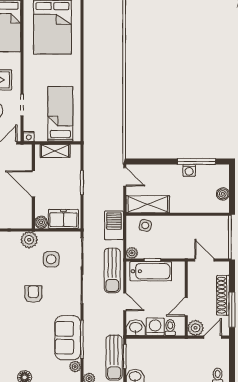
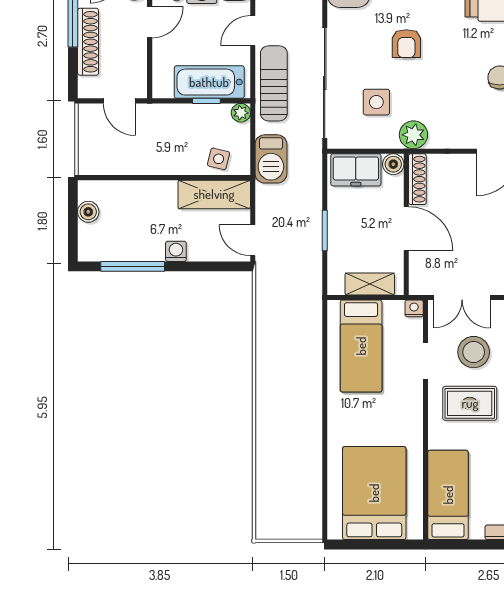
washing machine: (189, 170) -> (176, 251), moved
shoe rack: (27, 213) -> (417, 179), added
door: (125, 302) -> (253, 31), hinge flipped

